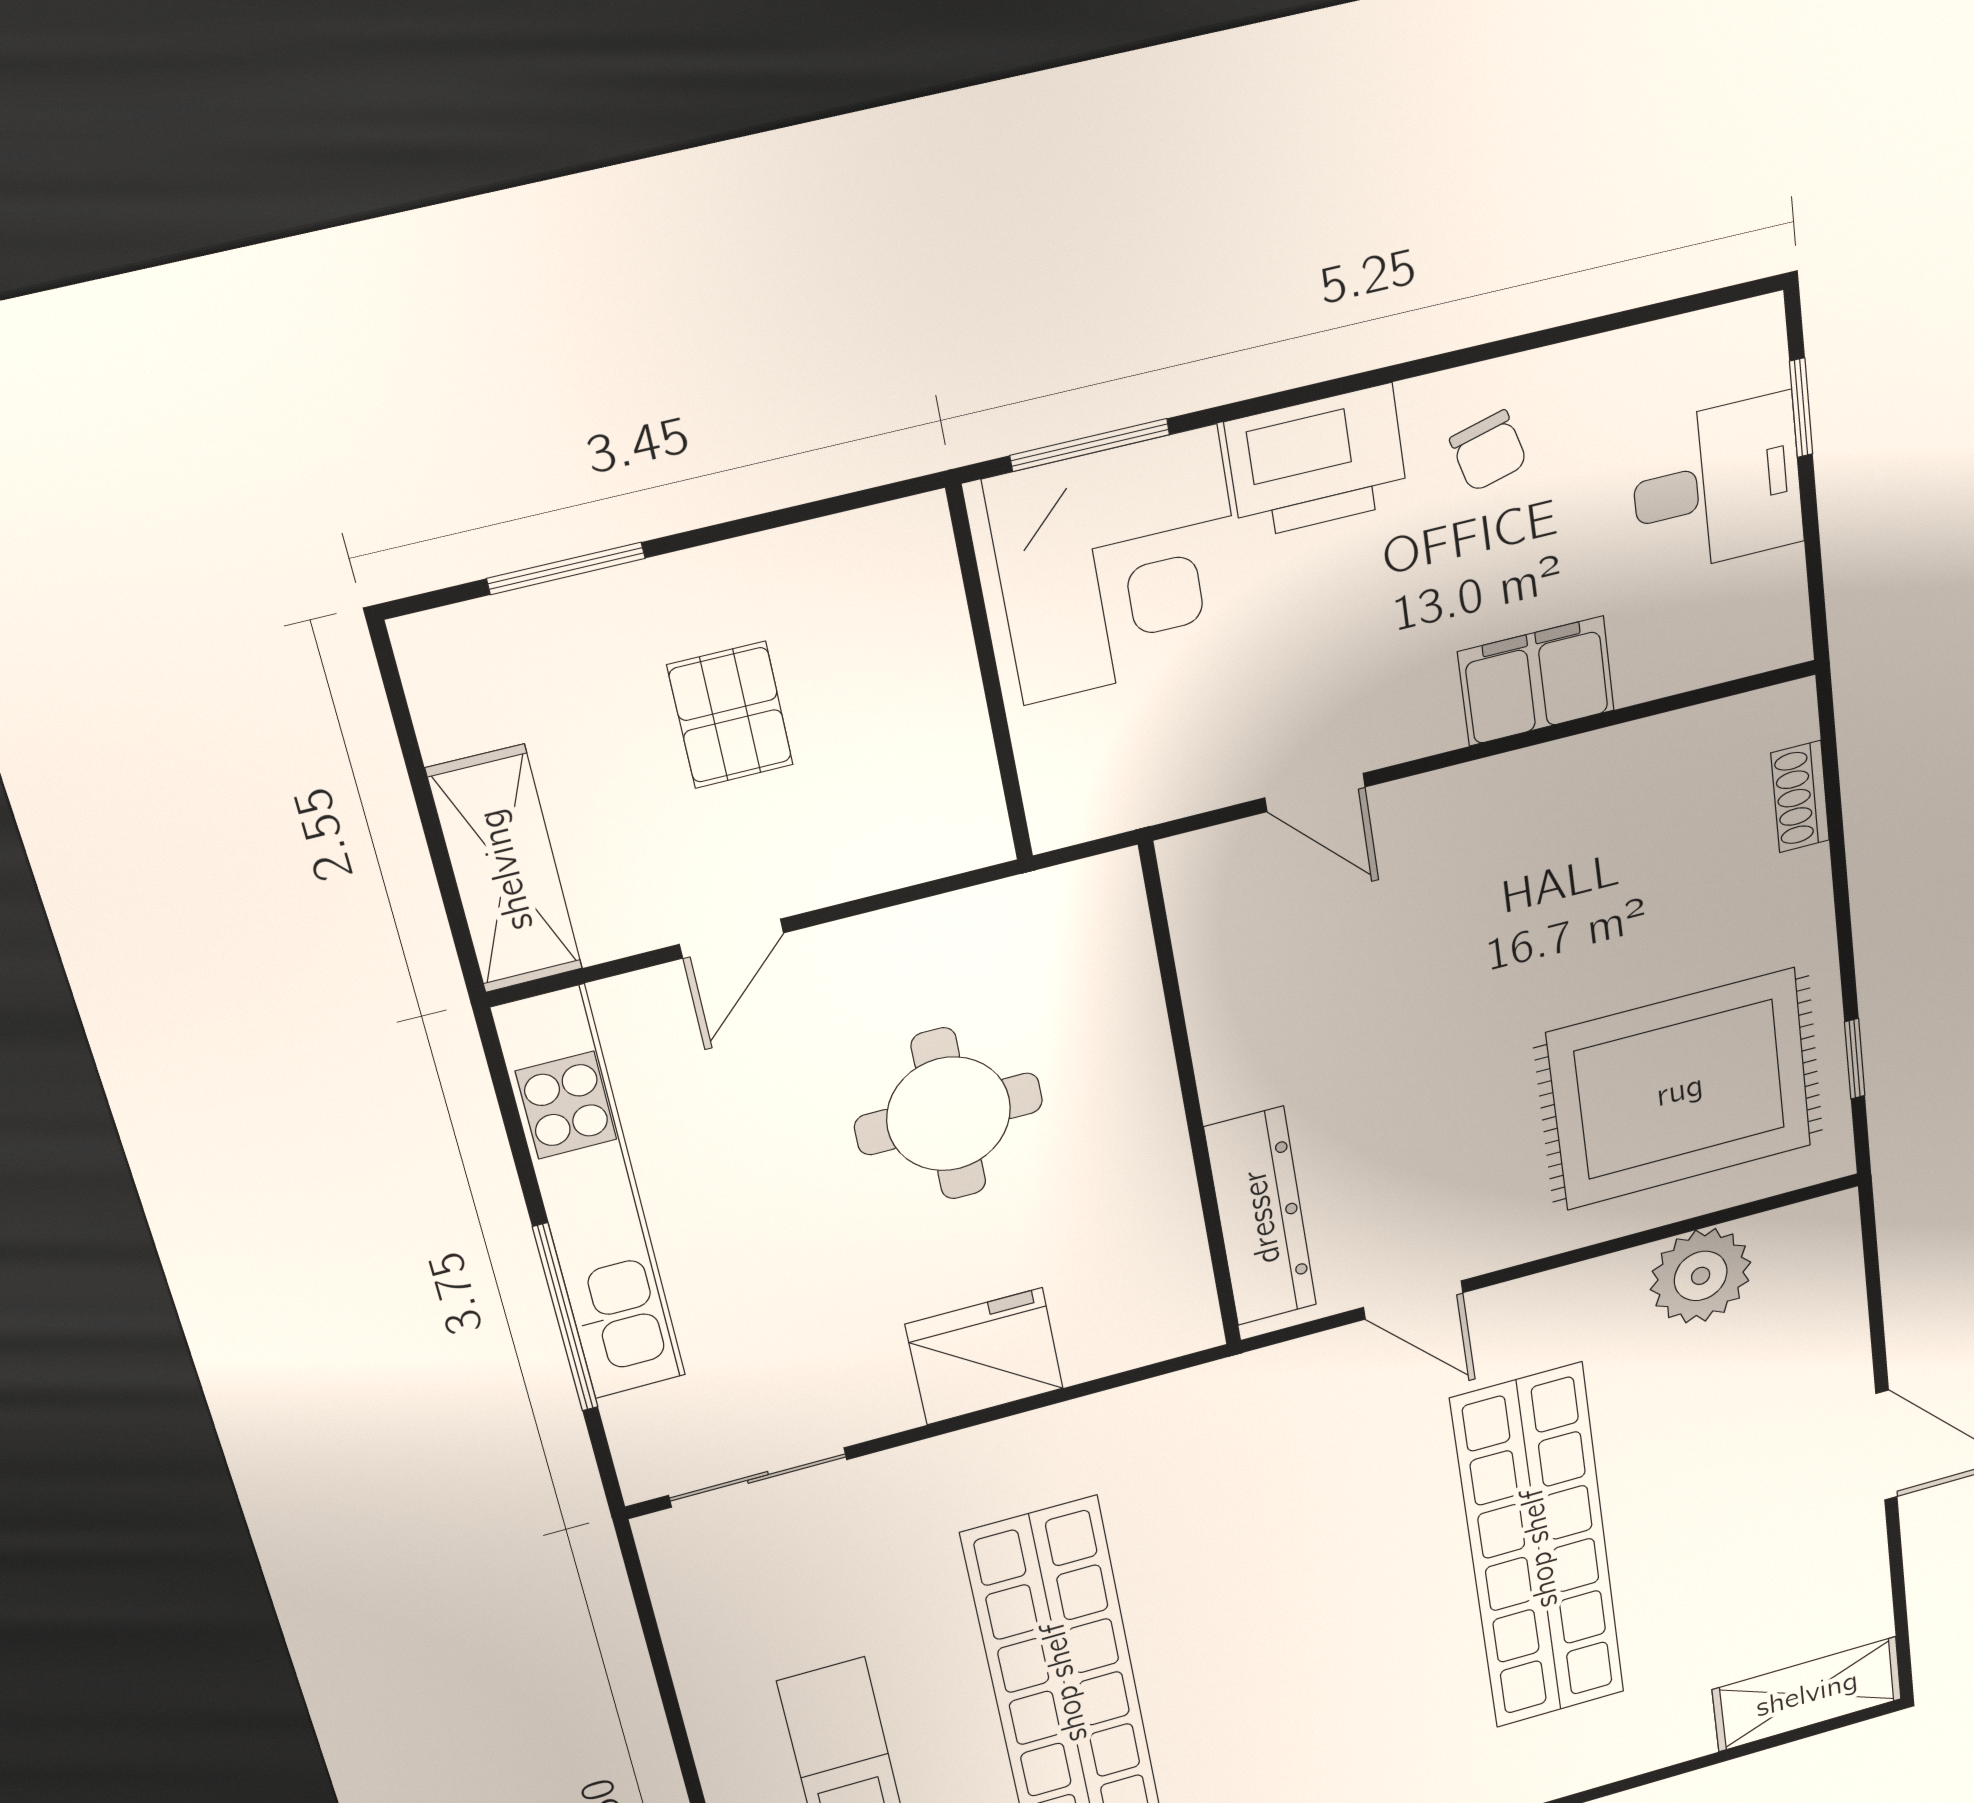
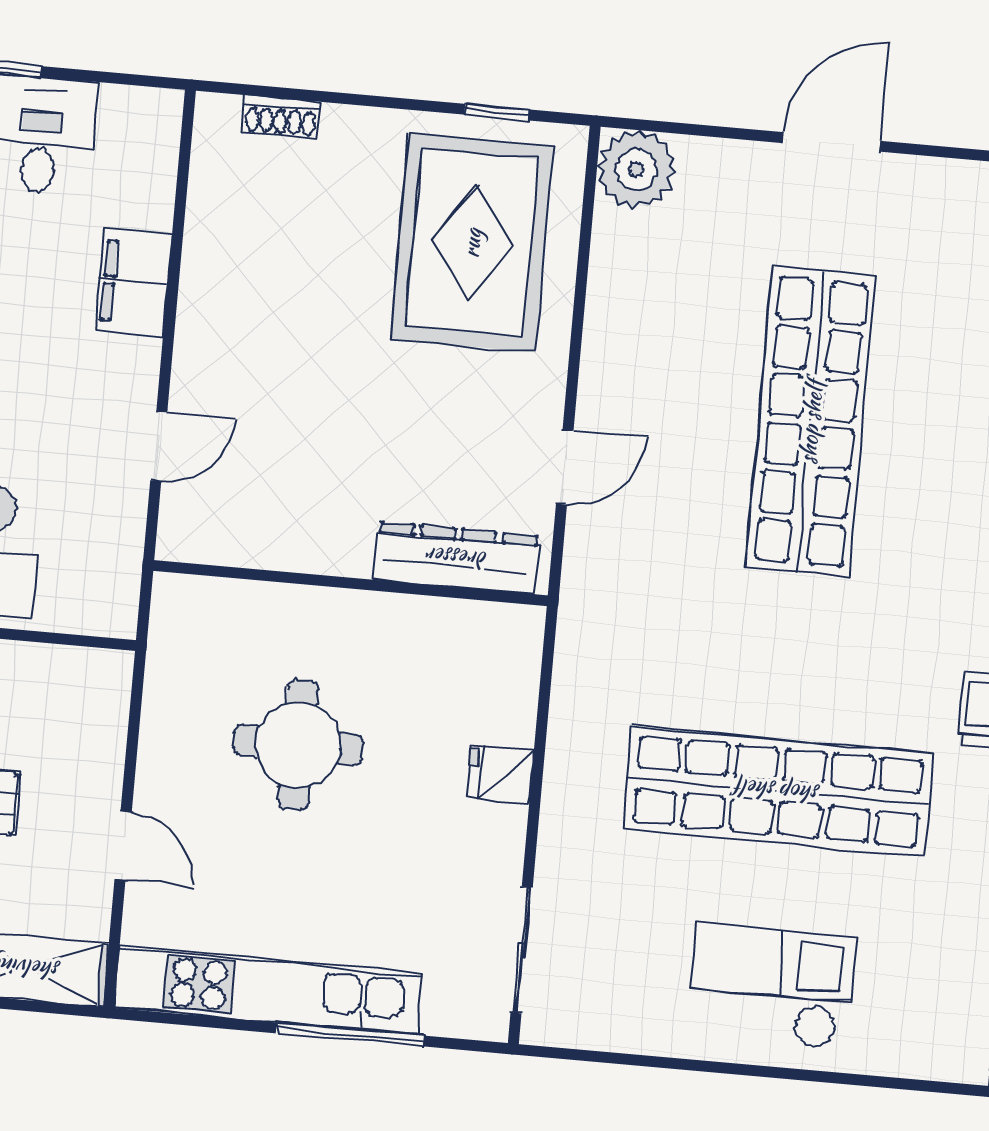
plant: (1701, 1276) -> (636, 169), moved
fridge: (984, 1356) -> (500, 774), width x0.53, depth x0.75
shop shelf: (1539, 1548) -> (811, 422), turned 90

